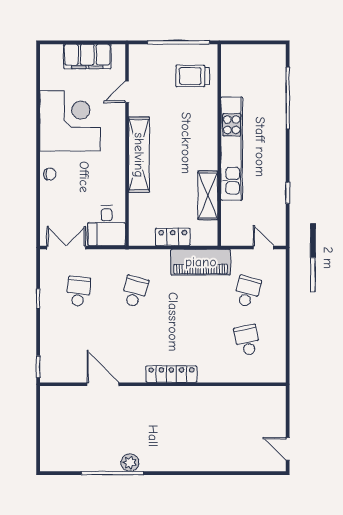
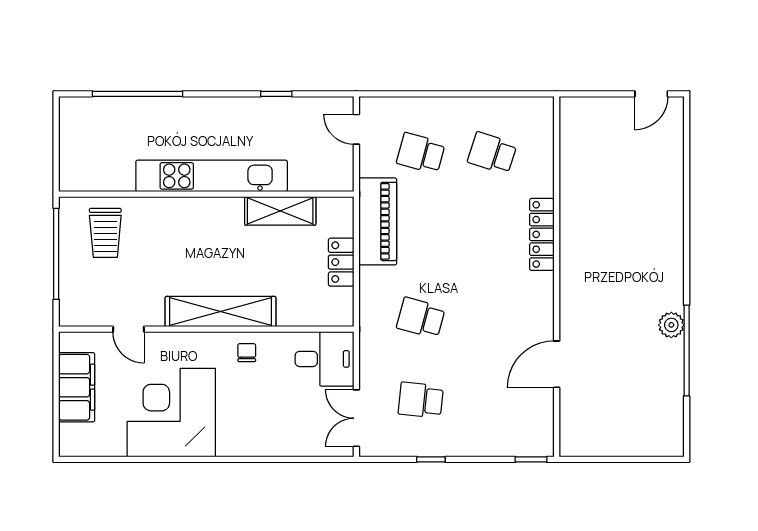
chair: (50, 174) -> (247, 353), moved
door: (264, 247) -> (356, 129), hinge flipped
school desk: (247, 340) -> (492, 153), turned 30
locker: (171, 374) -> (542, 234), moved

